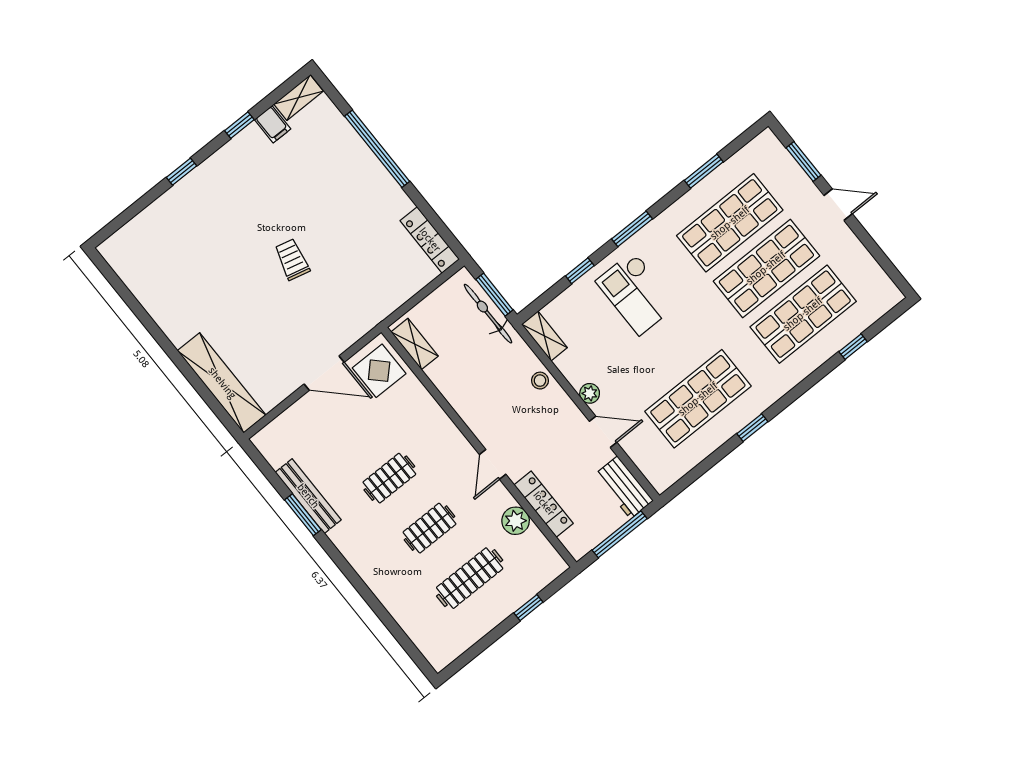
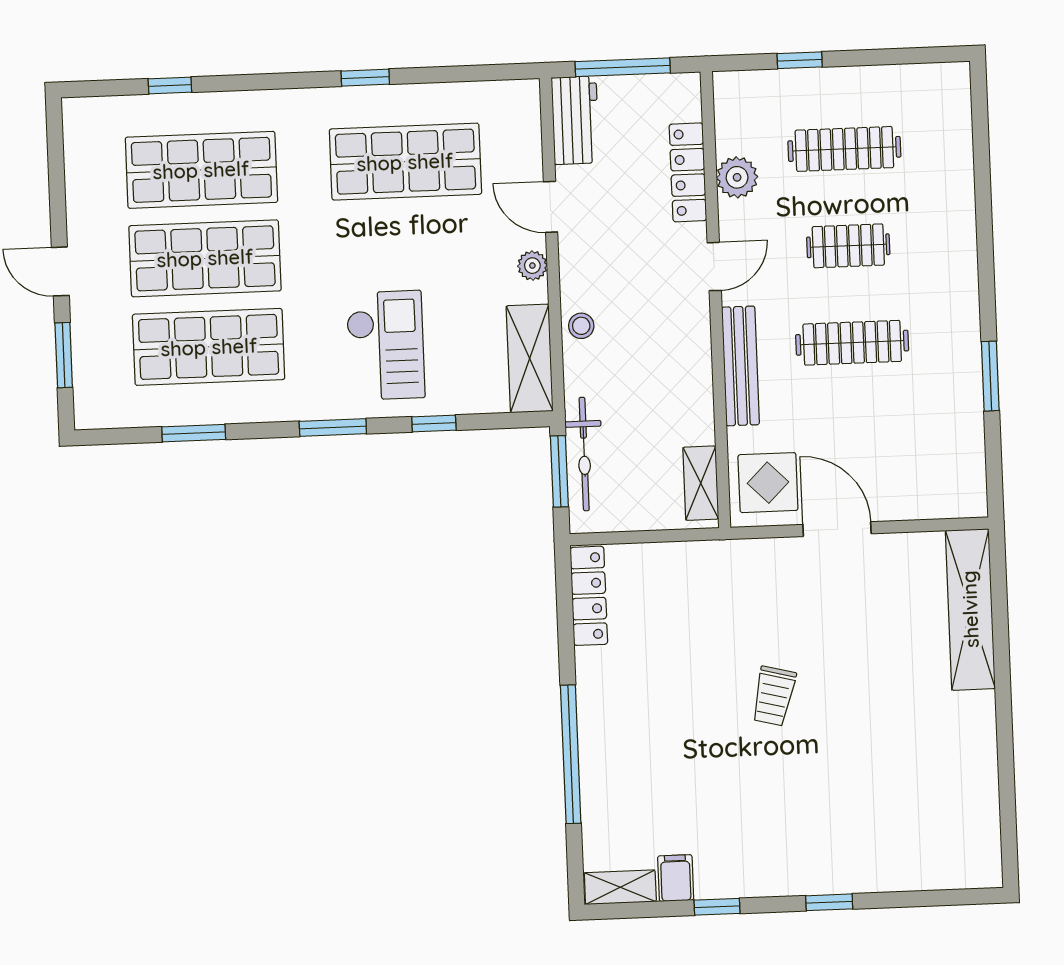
shelving: (544, 336) -> (530, 358), width x1.50, depth x1.33
clothes rail: (389, 478) -> (852, 343), width x1.36
bench: (308, 496) -> (740, 366), moved

